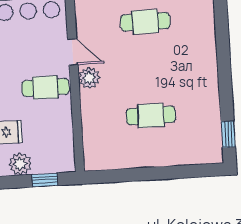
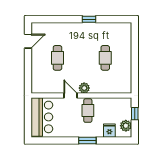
door: (73, 52) -> (71, 96), hinge flipped
window: (228, 134) -> (89, 19), moved

